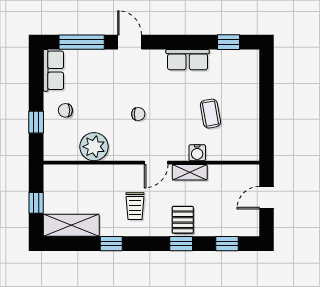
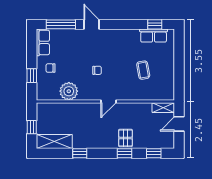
row of seats: (188, 60) -> (154, 36), moved
water cooler: (197, 153) -> (135, 95), removed
shelving: (190, 172) -> (163, 108), moved
trolley: (135, 206) -> (95, 129), removed

